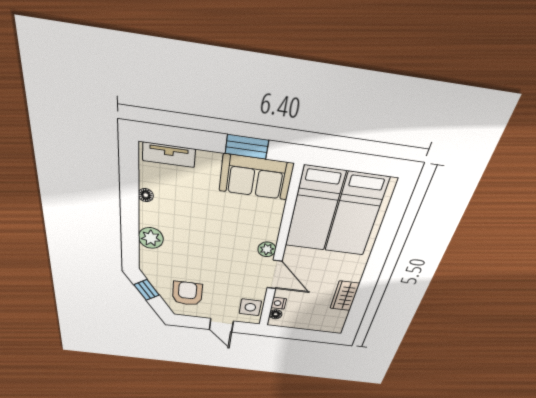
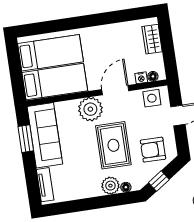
sofa: (256, 177) -> (45, 135), width x1.36
floor lamp: (146, 195) -> (126, 187), moved
plant: (267, 249) -> (90, 109), width x1.88, depth x1.88
rug: (204, 255) -> (113, 145), added
wardrobe: (345, 296) -> (152, 39), moved, turned 90

